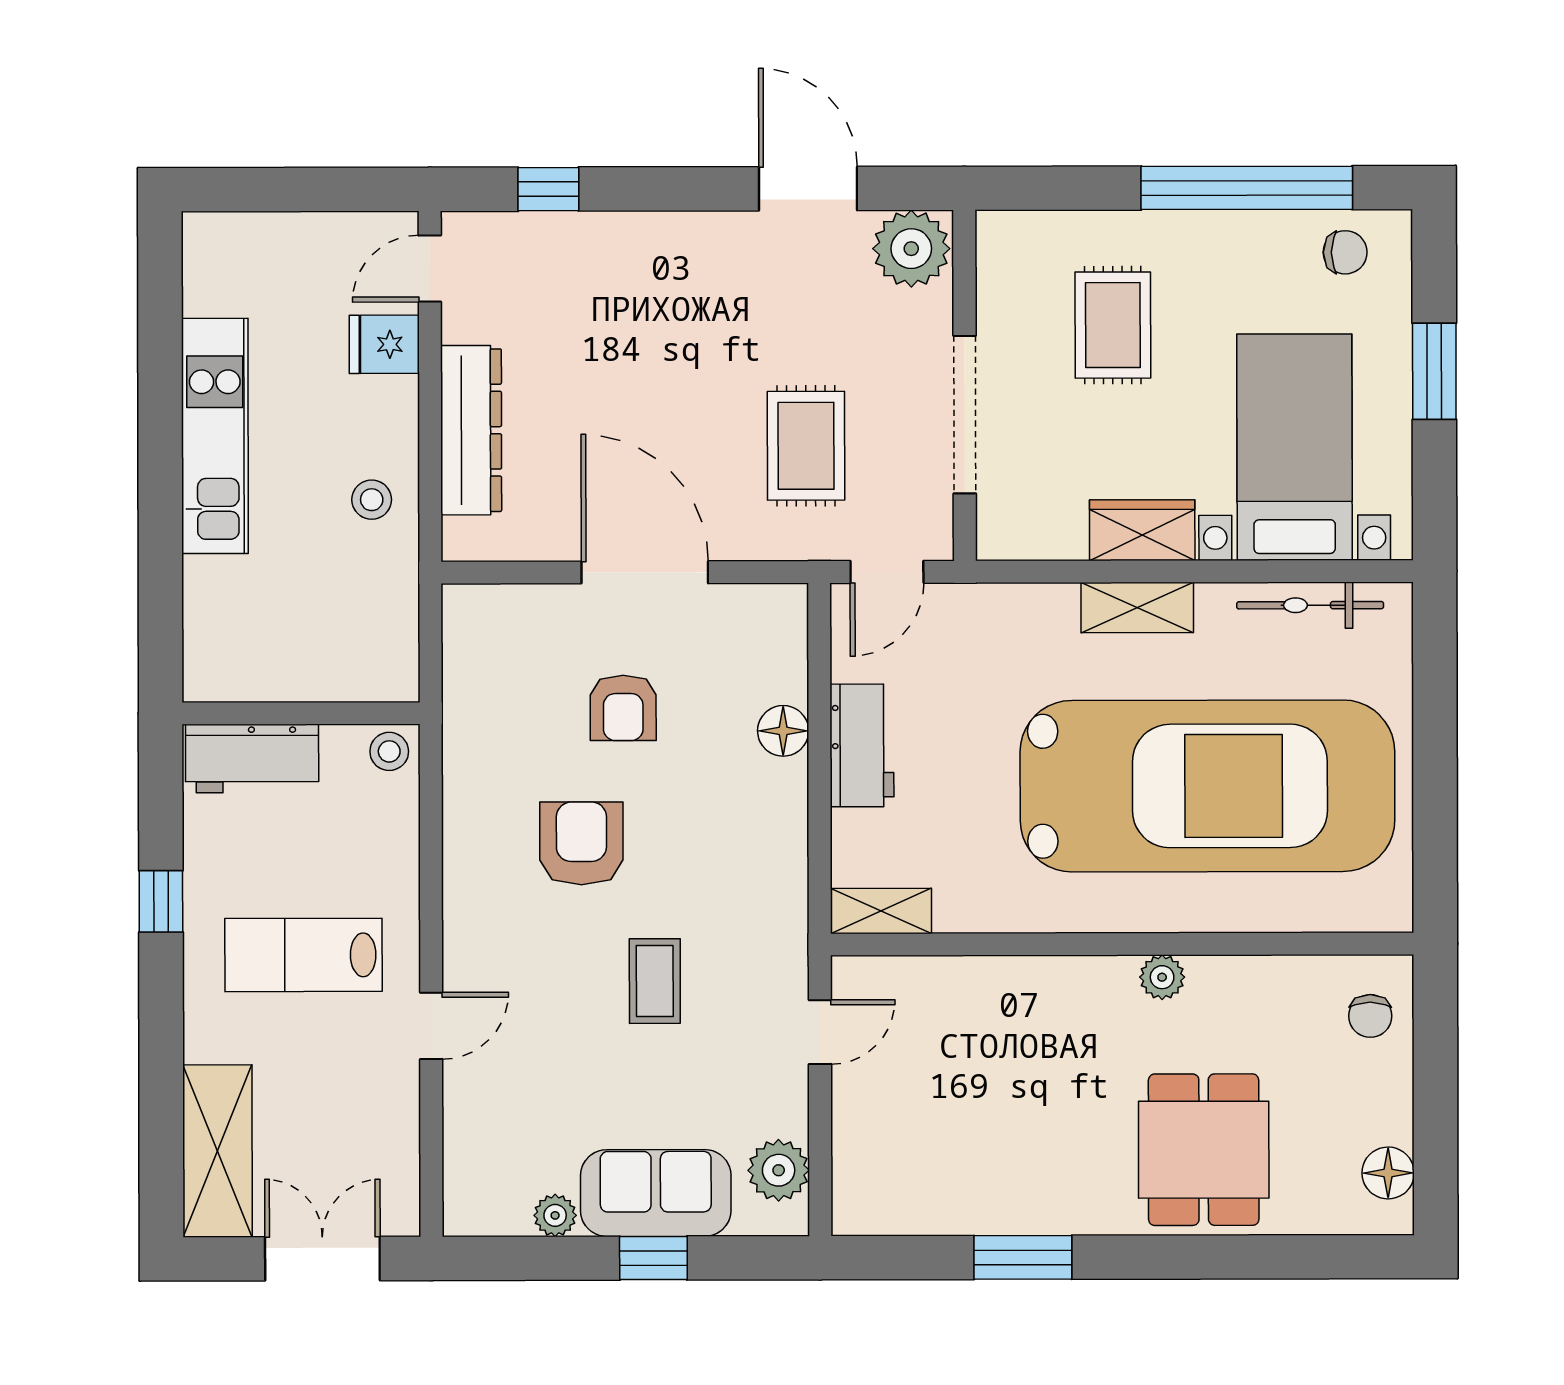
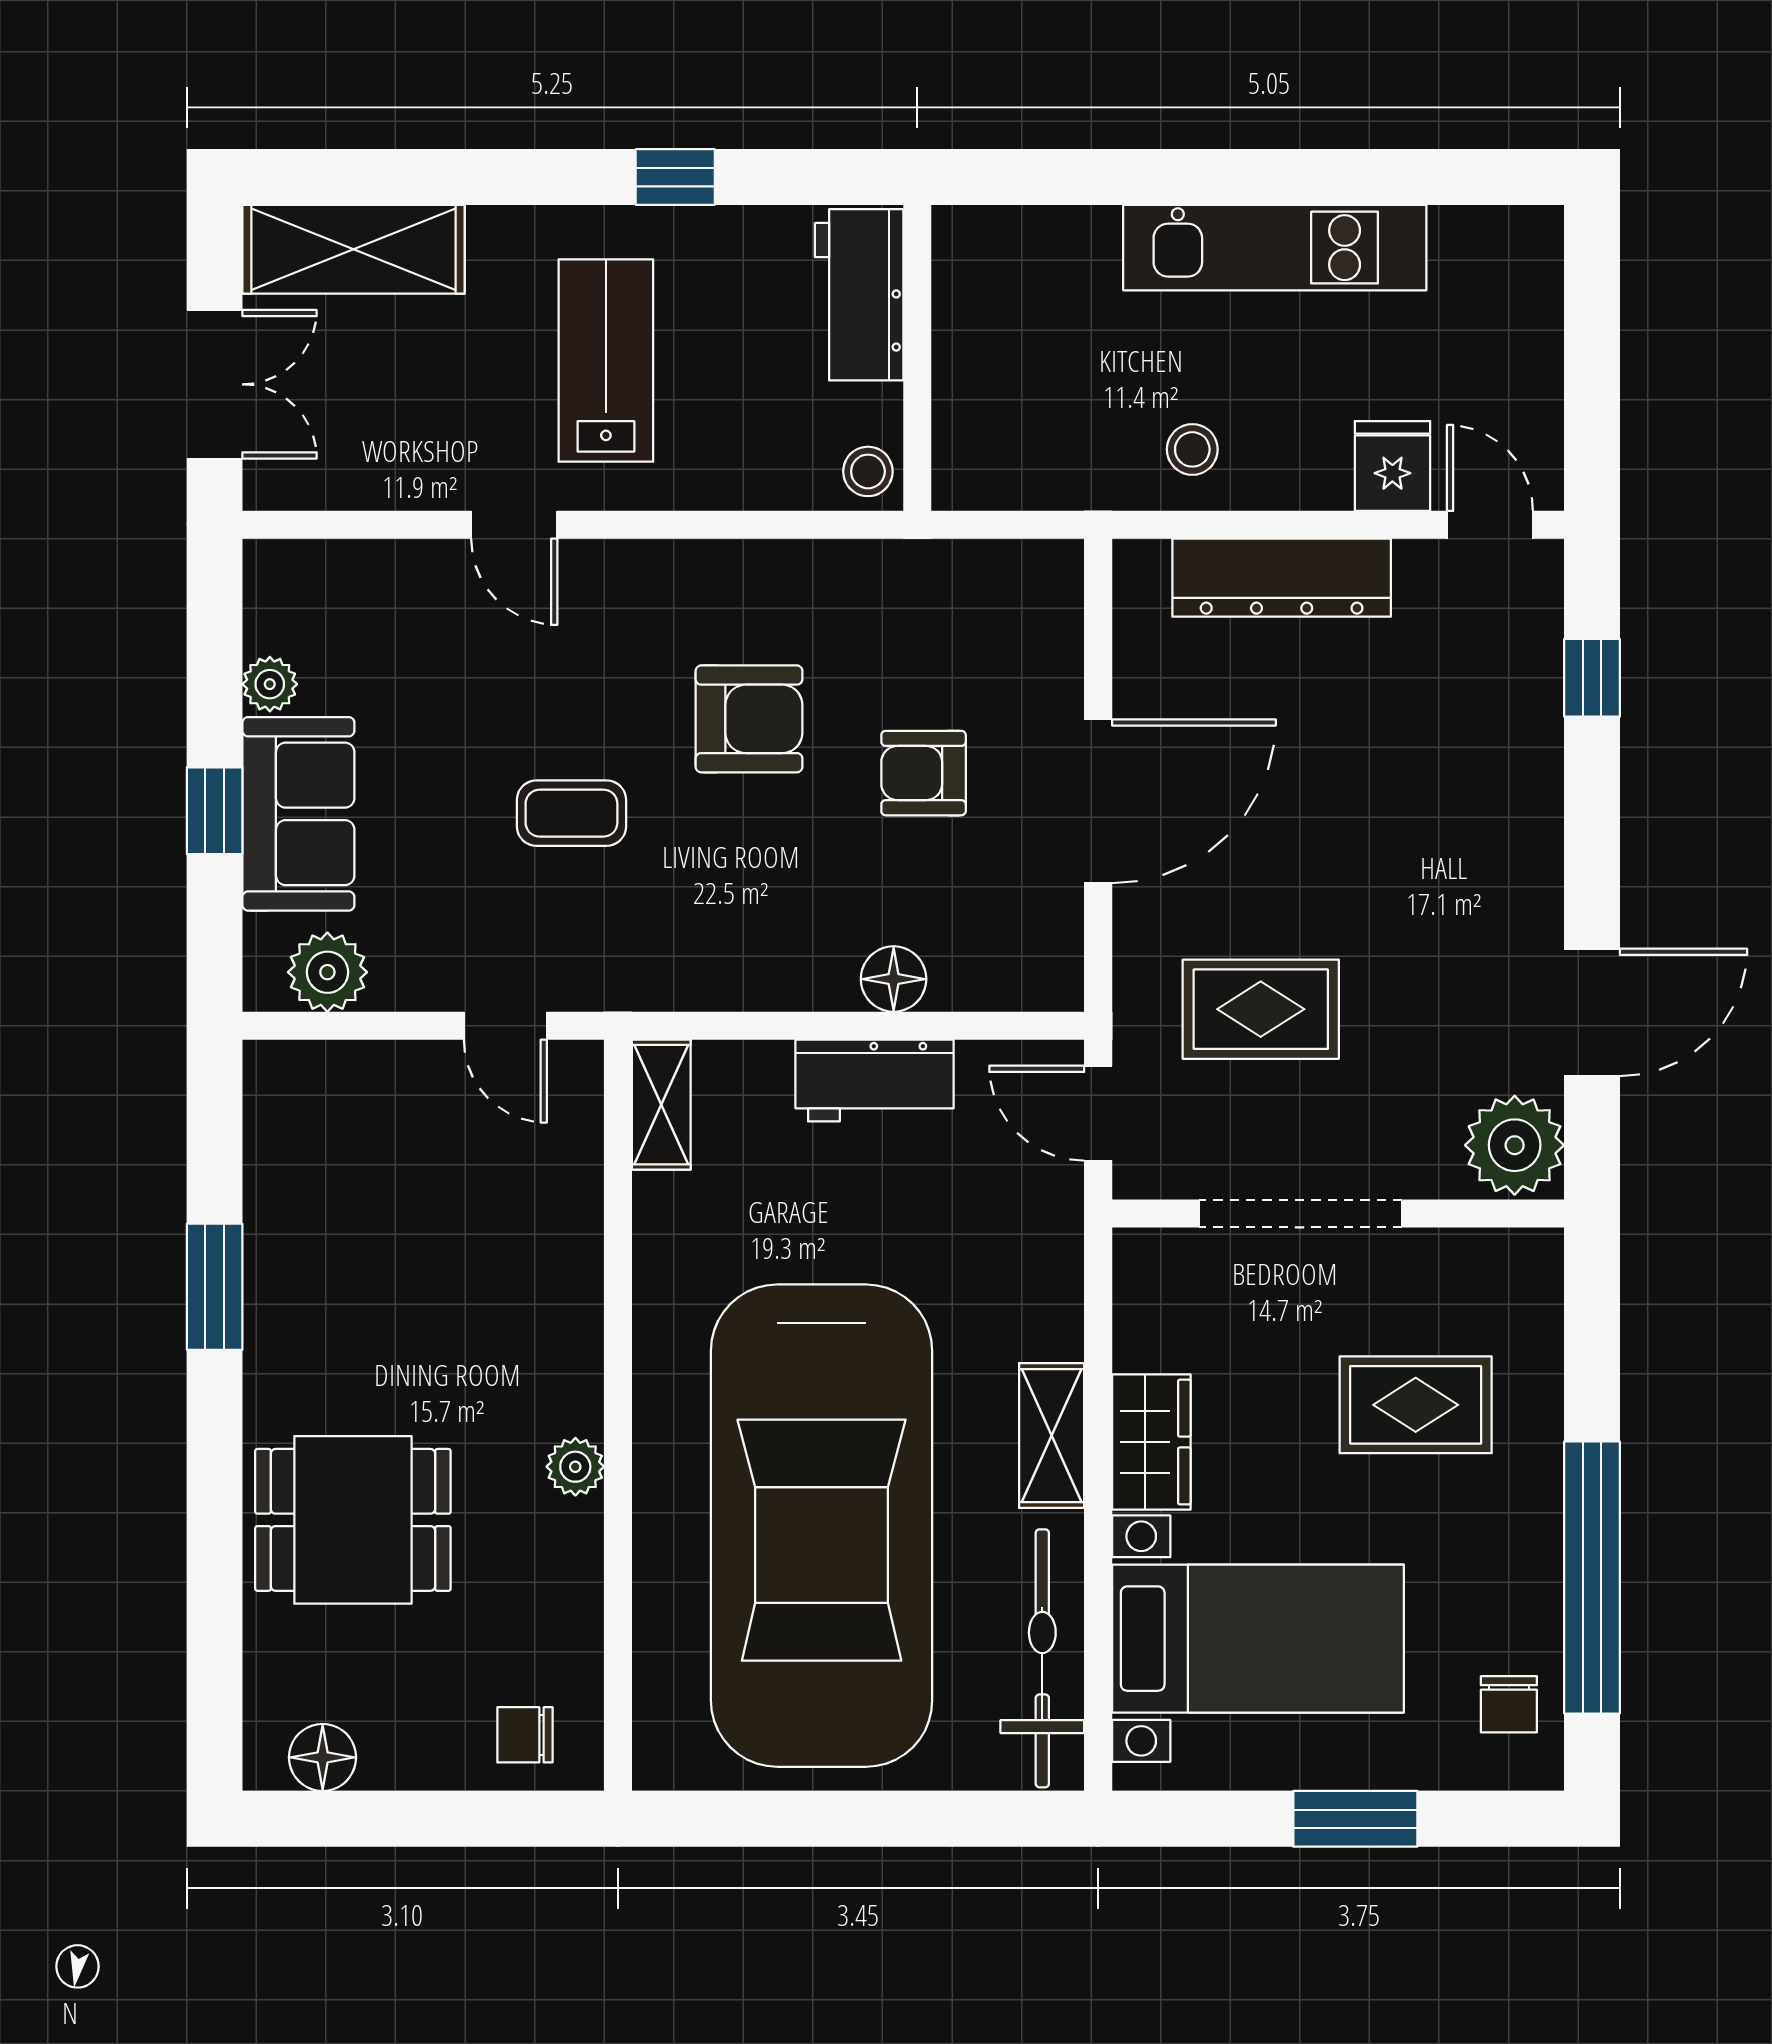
bicycle: (1310, 605) -> (1042, 1658), width x1.37, depth x1.40

